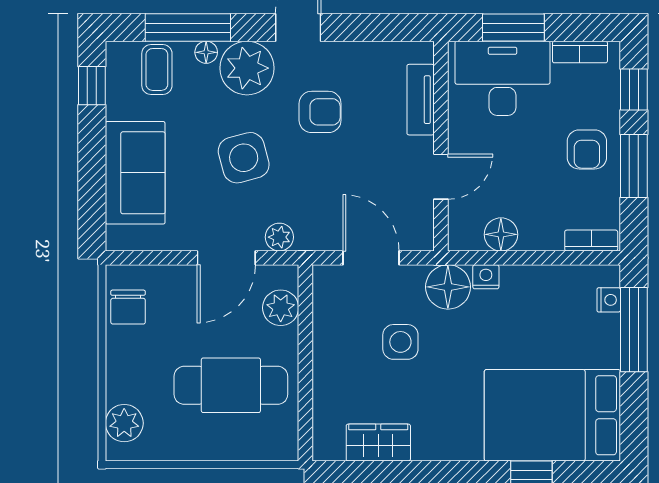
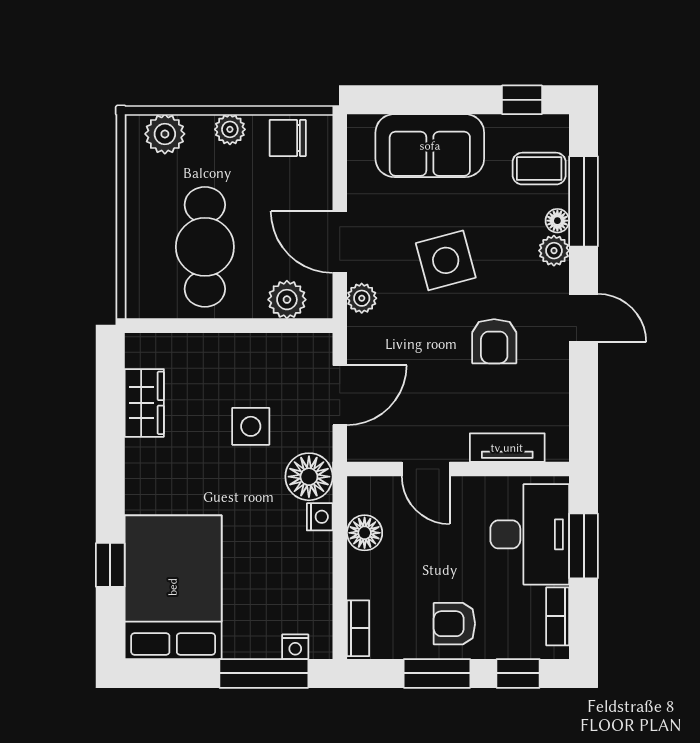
plant: (247, 68) -> (554, 251), width x0.53, depth x0.53
plant: (120, 362) -> (230, 129), added

